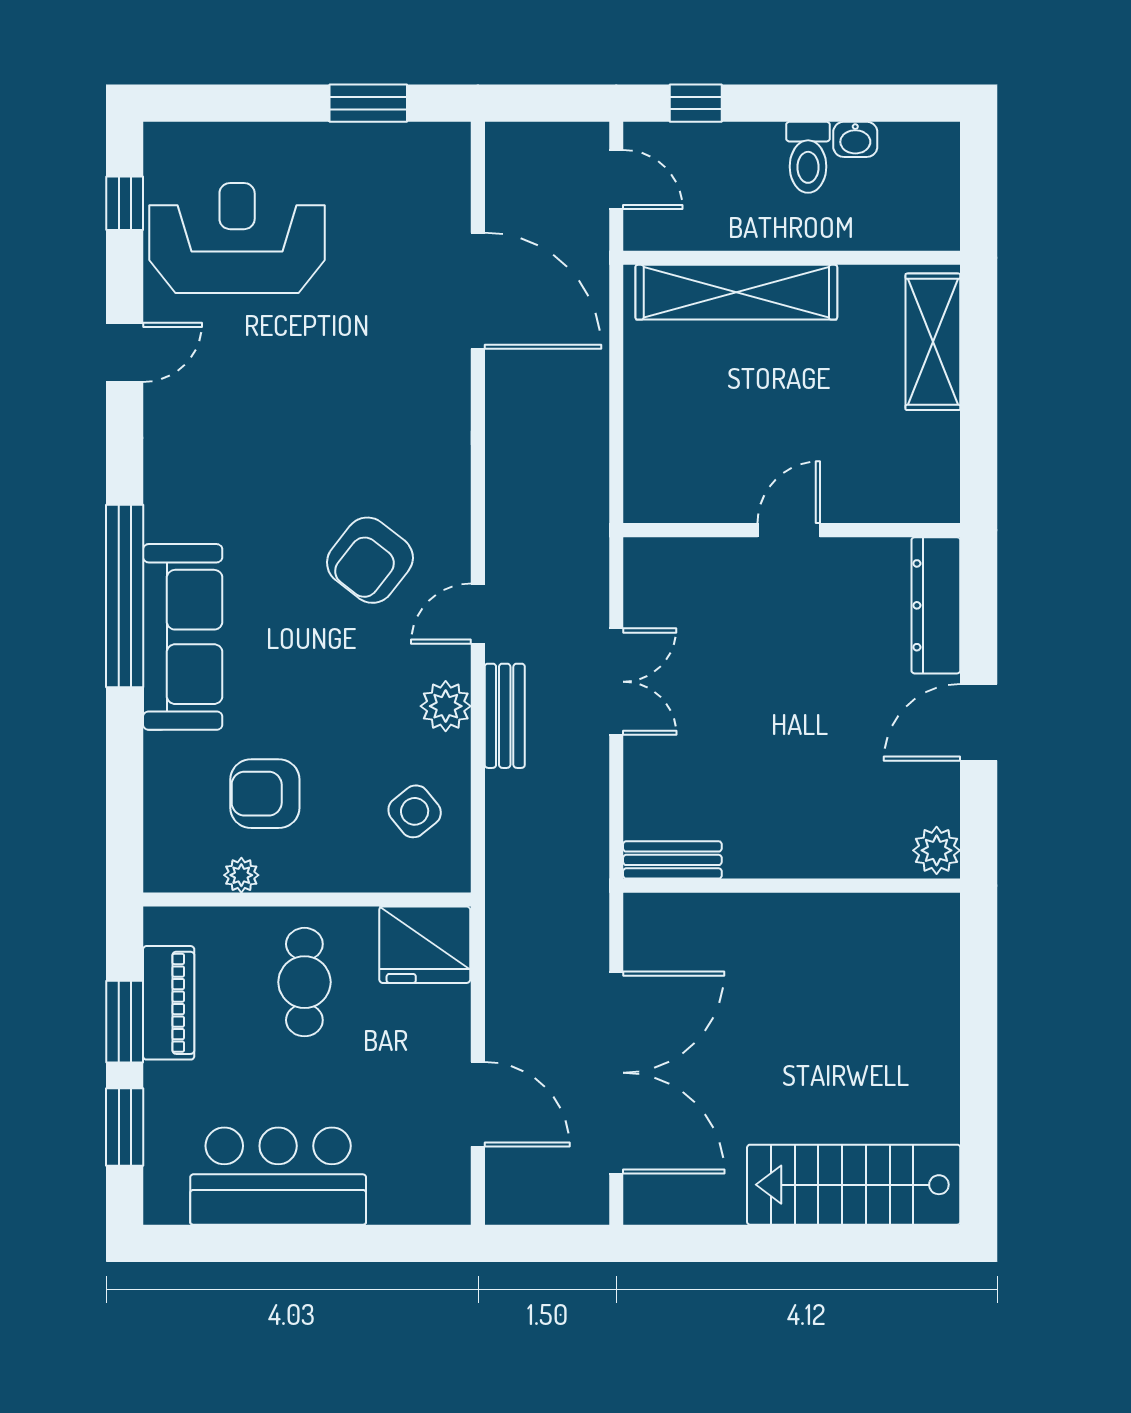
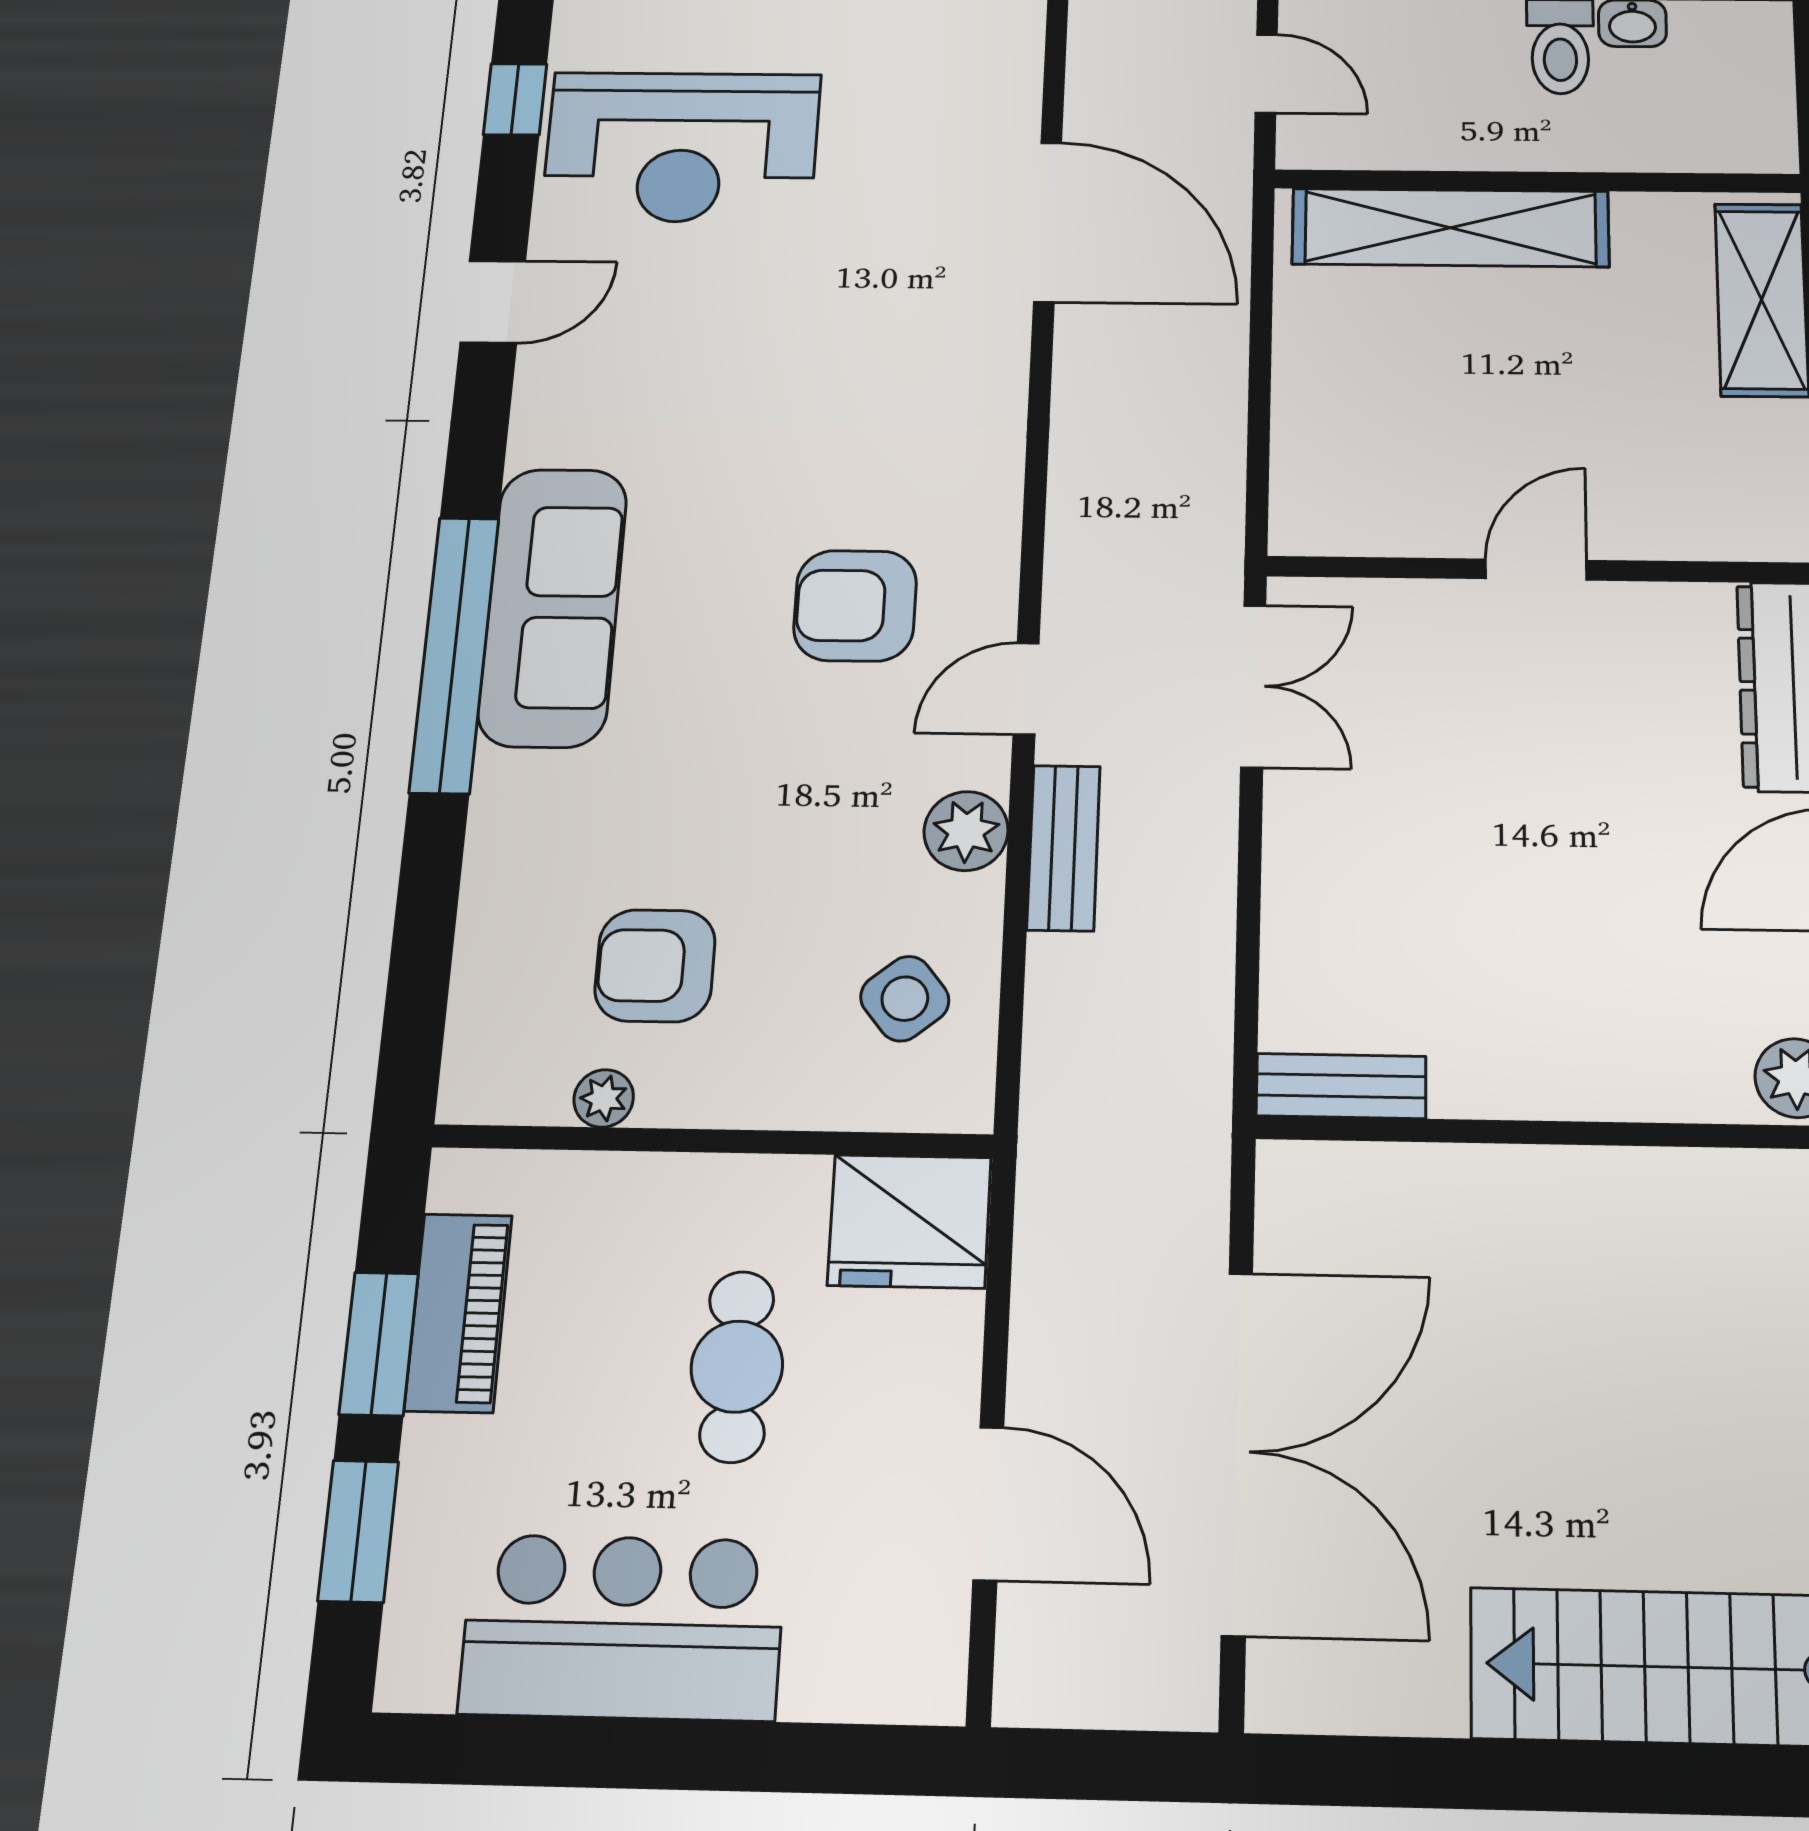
reception desk: (237, 238) -> (681, 147), turned 180
armchair: (370, 560) -> (855, 606), turned 52
sofa: (183, 637) -> (553, 607), moved
double door: (616, 682) -> (1253, 686), moved
cafe table: (304, 982) -> (737, 1367), moved

